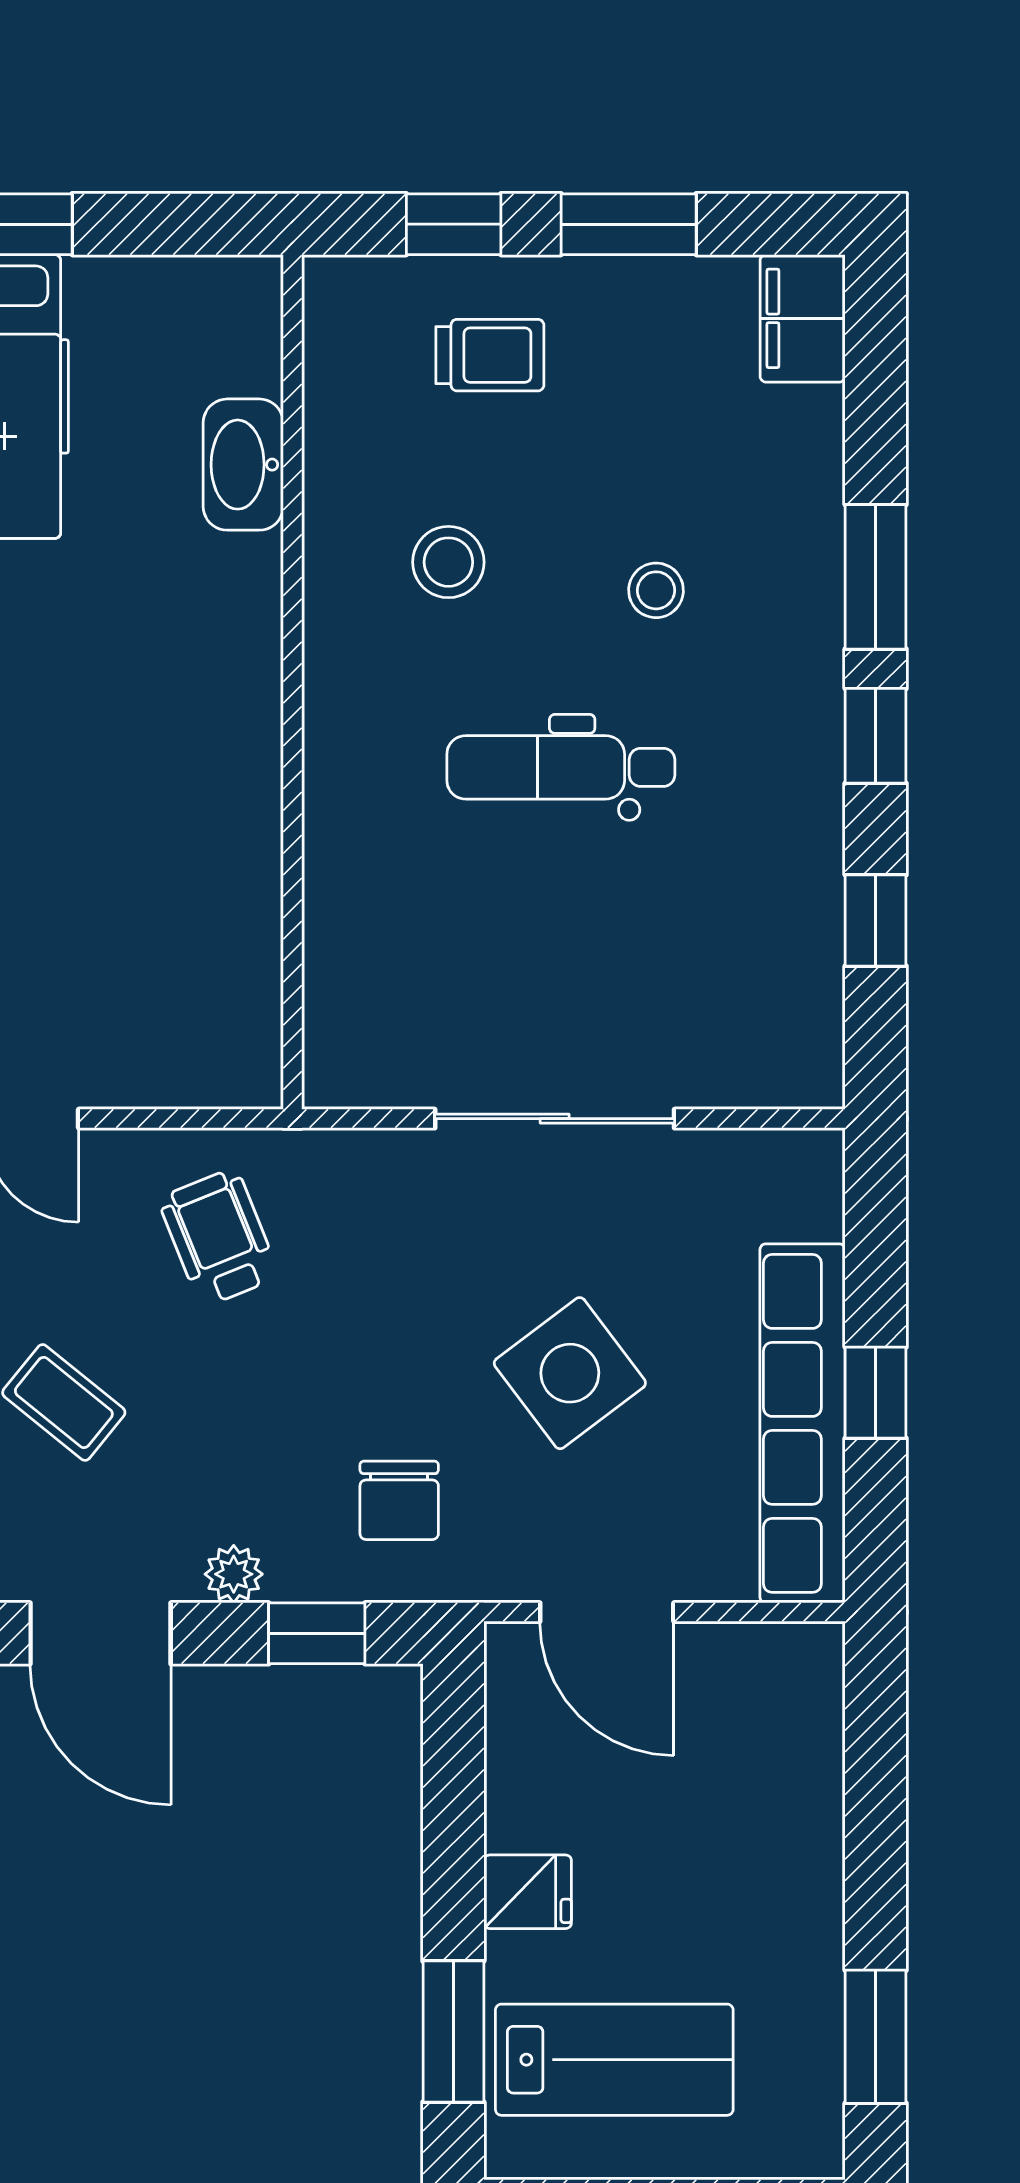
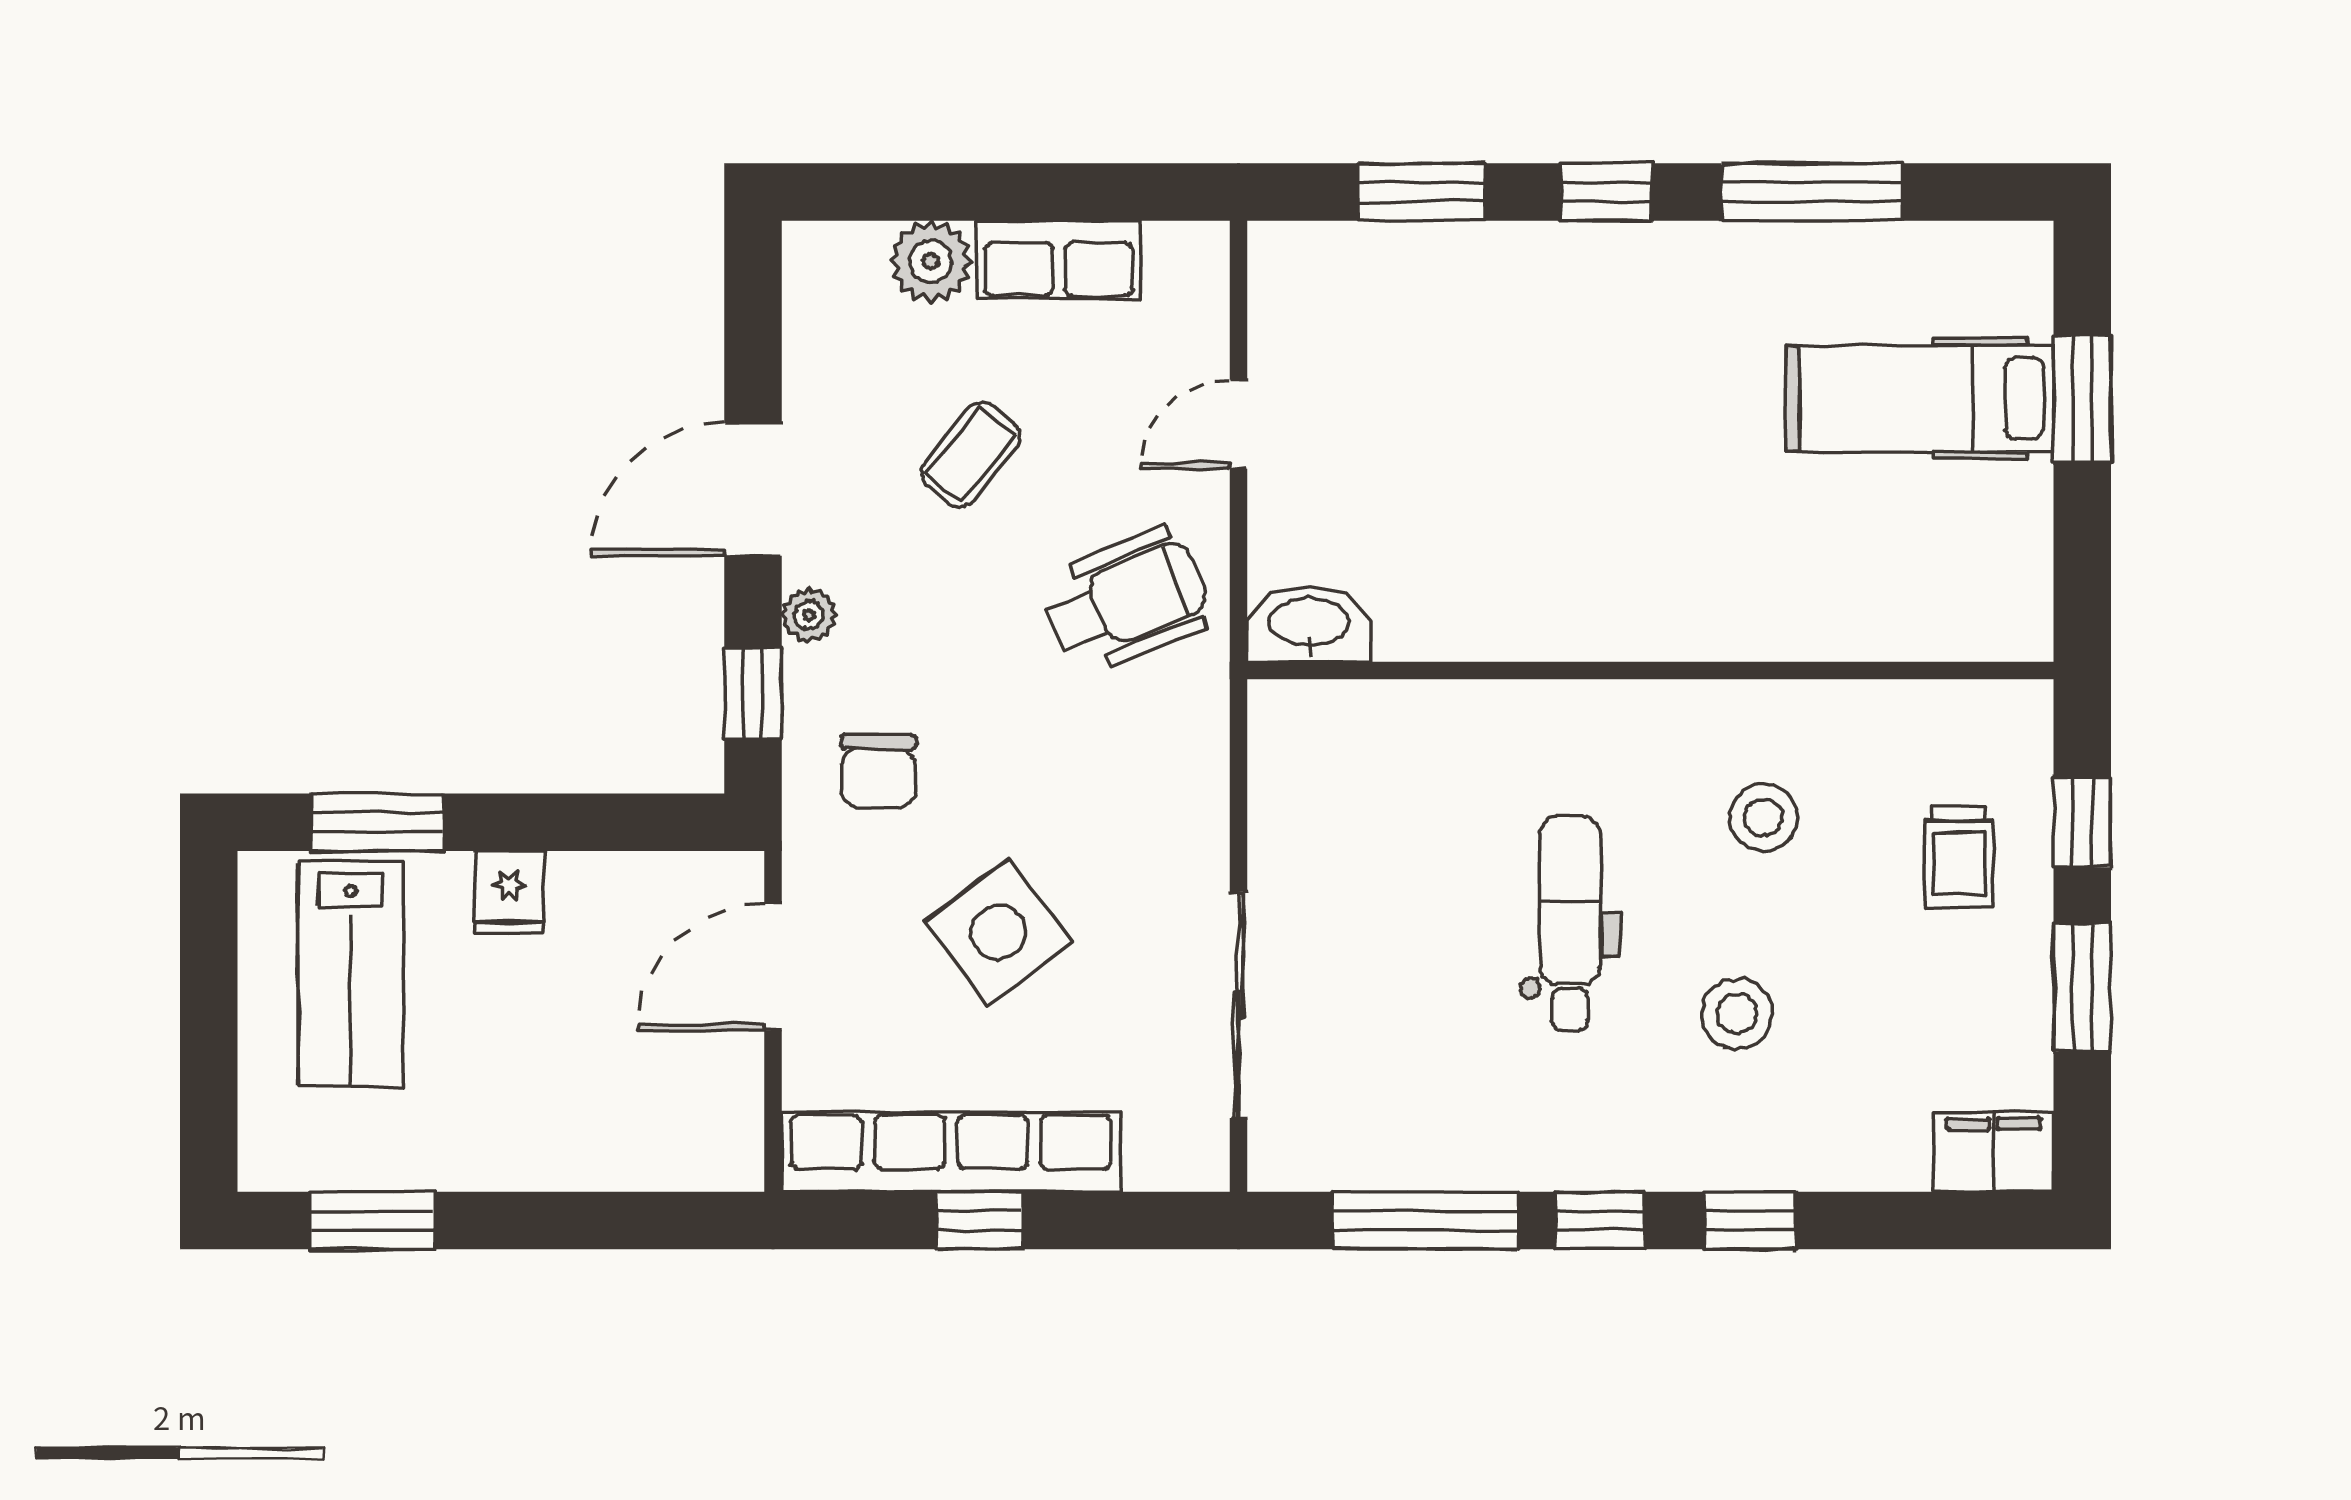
washbasin: (243, 465) -> (1309, 624), moved
window: (876, 577) -> (1750, 1220), width x0.67
stool: (656, 590) -> (1737, 1013), width x1.37, depth x1.37
window: (876, 920) -> (1425, 1220), width x2.17
sliding door: (555, 1119) -> (1239, 1005), moved
wheelchair: (219, 1237) -> (1126, 601), width x1.36, depth x1.37
chair: (399, 1500) -> (878, 771), turned -90

